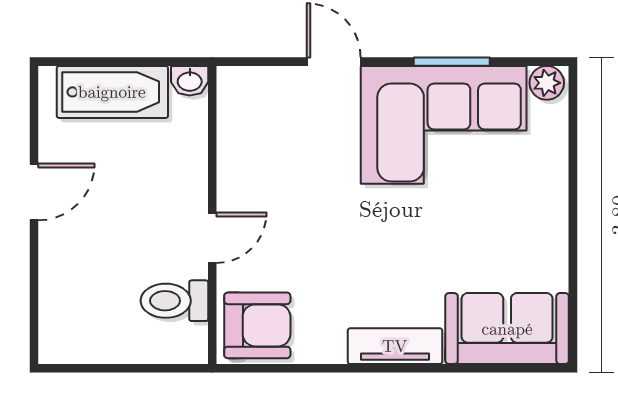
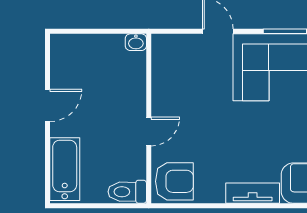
bathtub: (112, 92) -> (65, 169), moved, turned -90
toilet: (174, 301) -> (127, 192), moved

